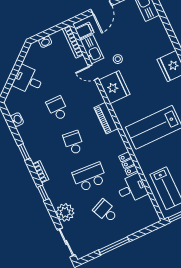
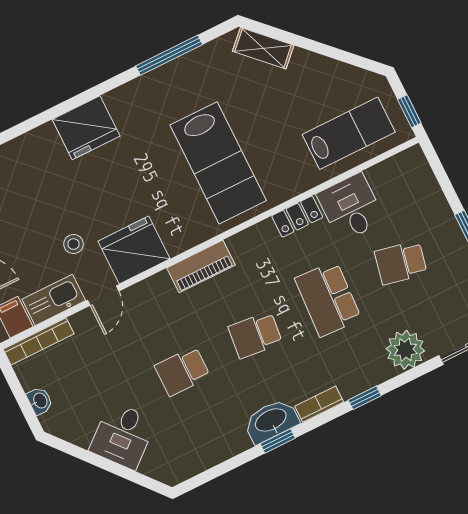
washbasin: (17, 120) -> (271, 421), moved, width x1.91, depth x1.45
school desk: (106, 211) -> (401, 263), turned 36

